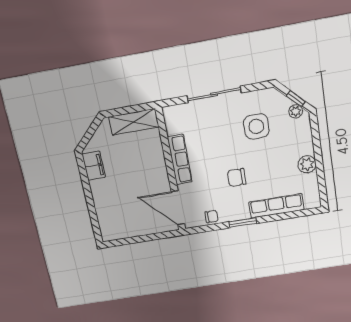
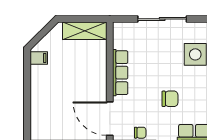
filing cabinet: (94, 166) -> (39, 58), width x0.50
chair: (237, 177) -> (170, 99), turned 180

